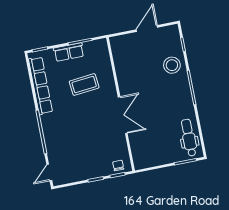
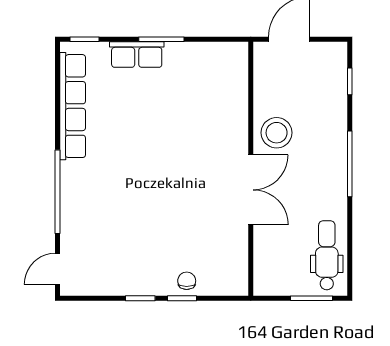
stool: (172, 65) -> (277, 133), moved
coffee table: (84, 85) -> (153, 120), removed
wall: (120, 104) -> (251, 169), moved
double door: (123, 115) -> (251, 190), moved

